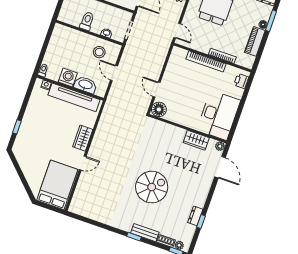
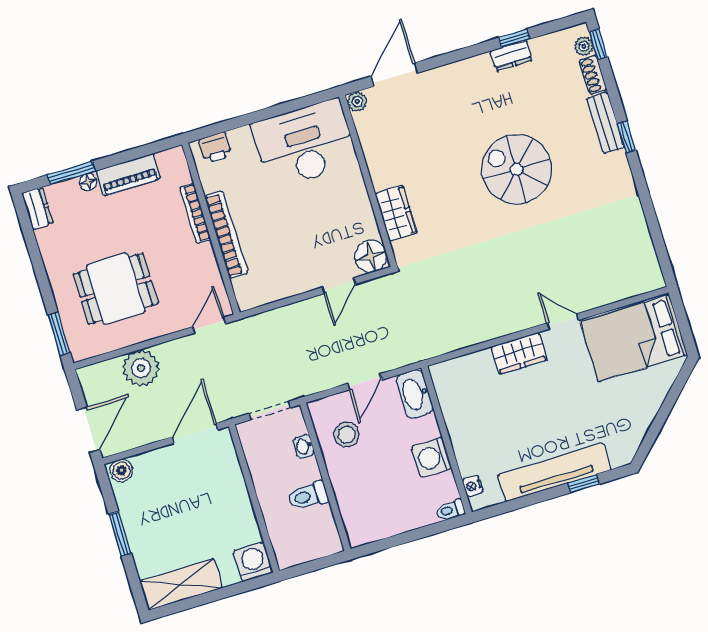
washbasin: (85, 85) -> (415, 394), moved
tv unit: (74, 97) -> (554, 472), moved, turned -90
wardrobe: (196, 140) -> (396, 213), moved

